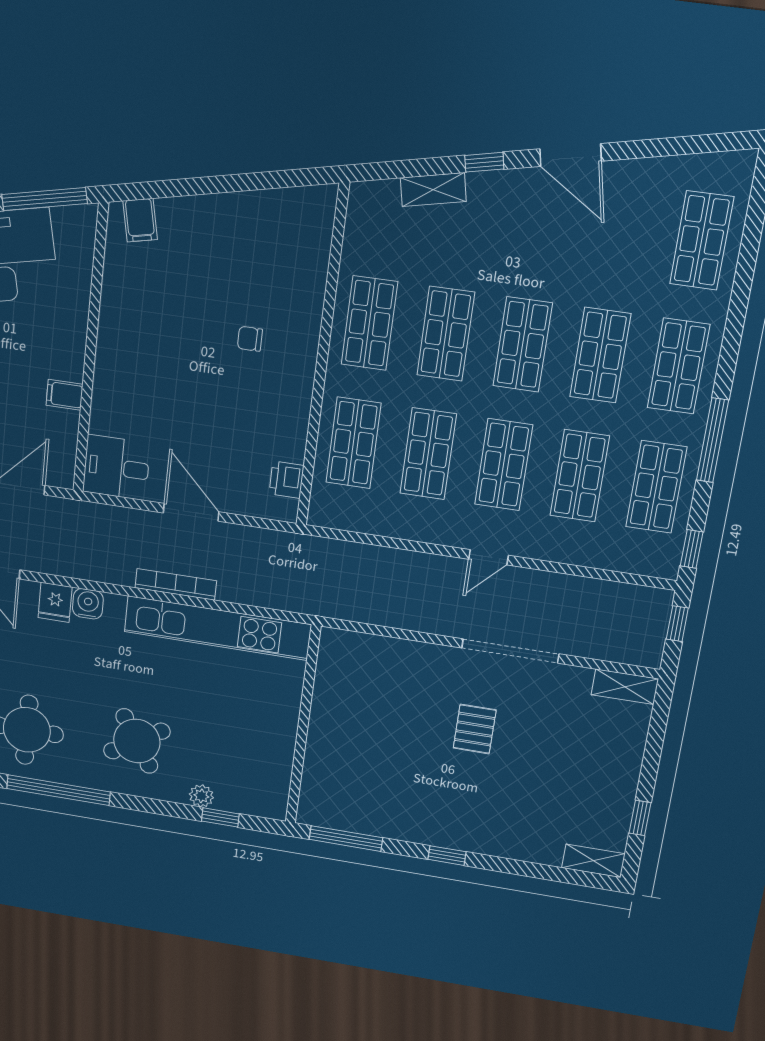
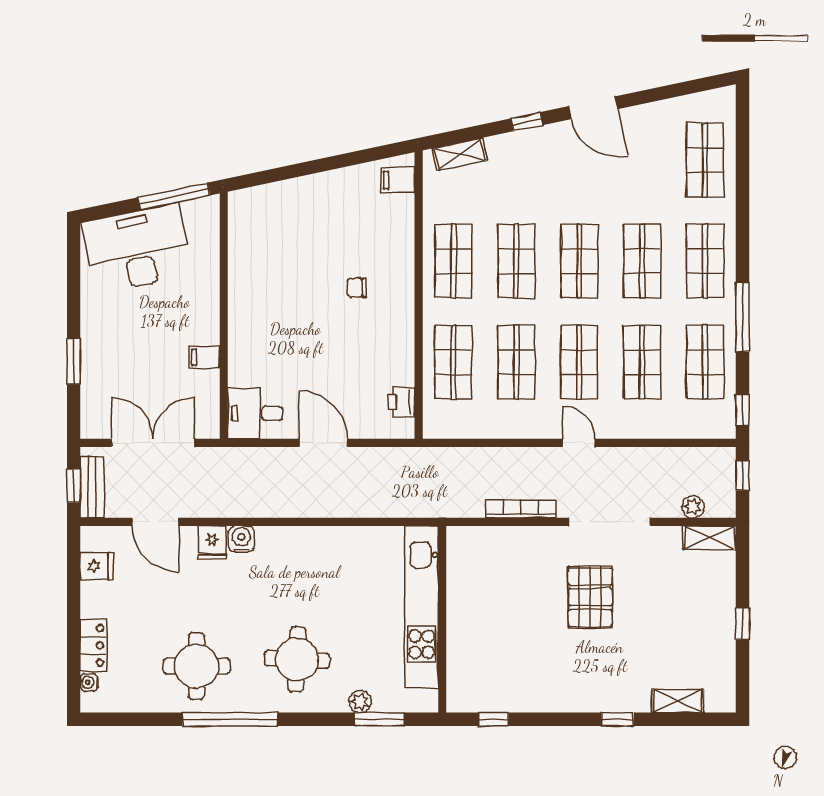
shelving: (433, 190) -> (460, 154), moved
filing cabinet: (140, 220) -> (398, 180), moved, turned 102
door: (488, 557) -> (579, 443), swing flipped
bookcase: (176, 584) -> (521, 509), moved
kitchen unit: (217, 628) -> (422, 607), moved, turned 90
plant: (612, 650) -> (693, 507), added
pallet: (475, 729) -> (590, 597), width x1.50, depth x1.42
round table: (137, 741) -> (297, 659), turned 35
window: (220, 817) -> (380, 719), width x1.50
window: (640, 818) -> (743, 624), moved
window: (346, 839) -> (493, 719), width x0.46
window: (447, 856) -> (617, 719), moved
shelving: (593, 861) -> (678, 701), moved

